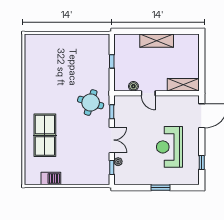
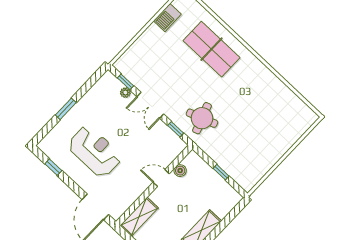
round table: (91, 103) -> (202, 118), turned -37

